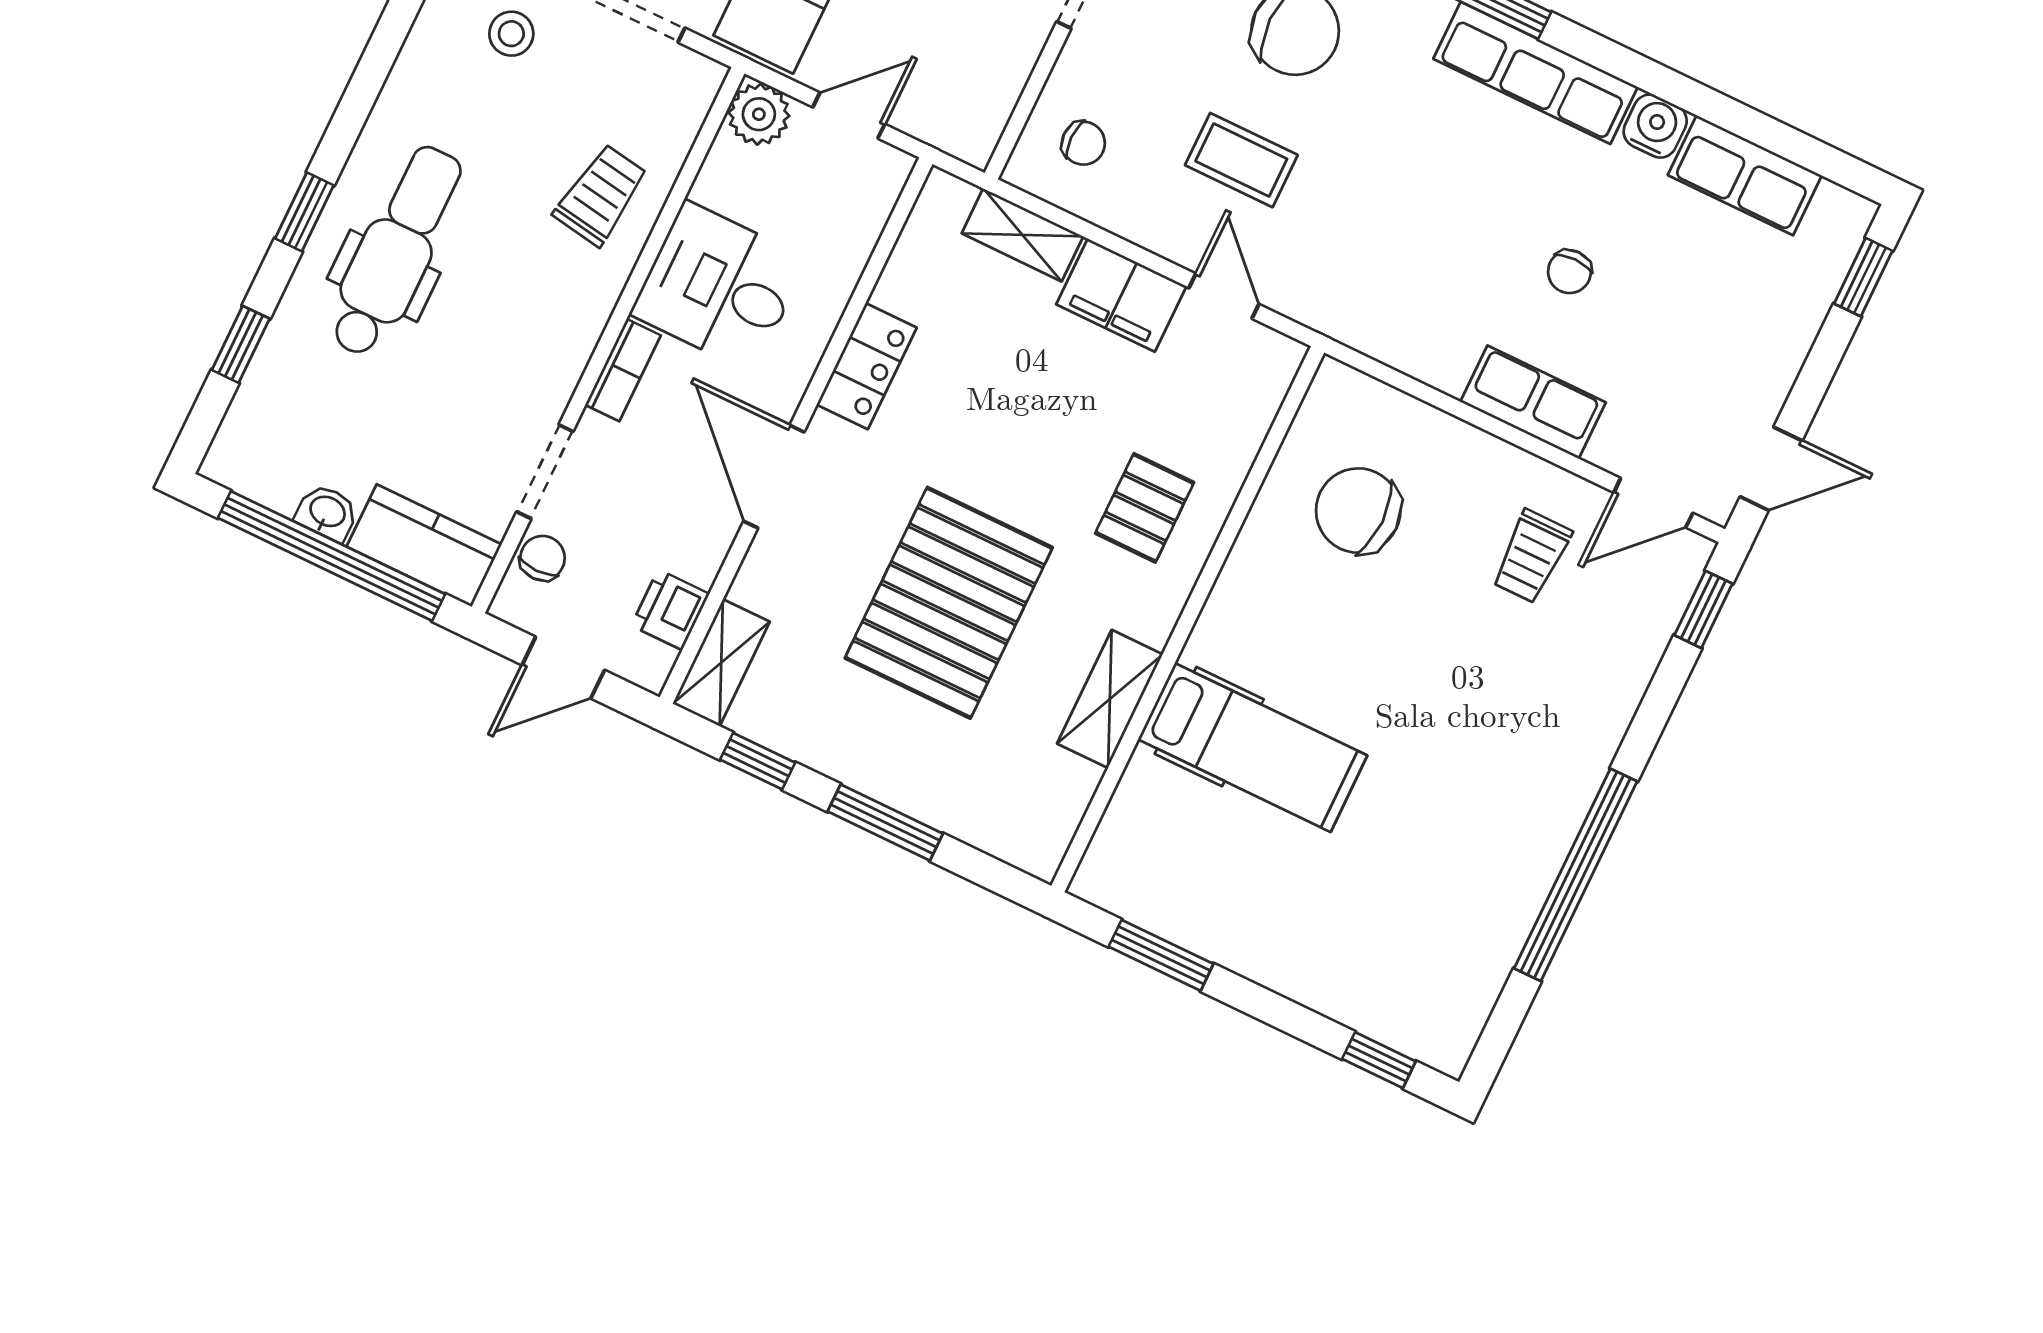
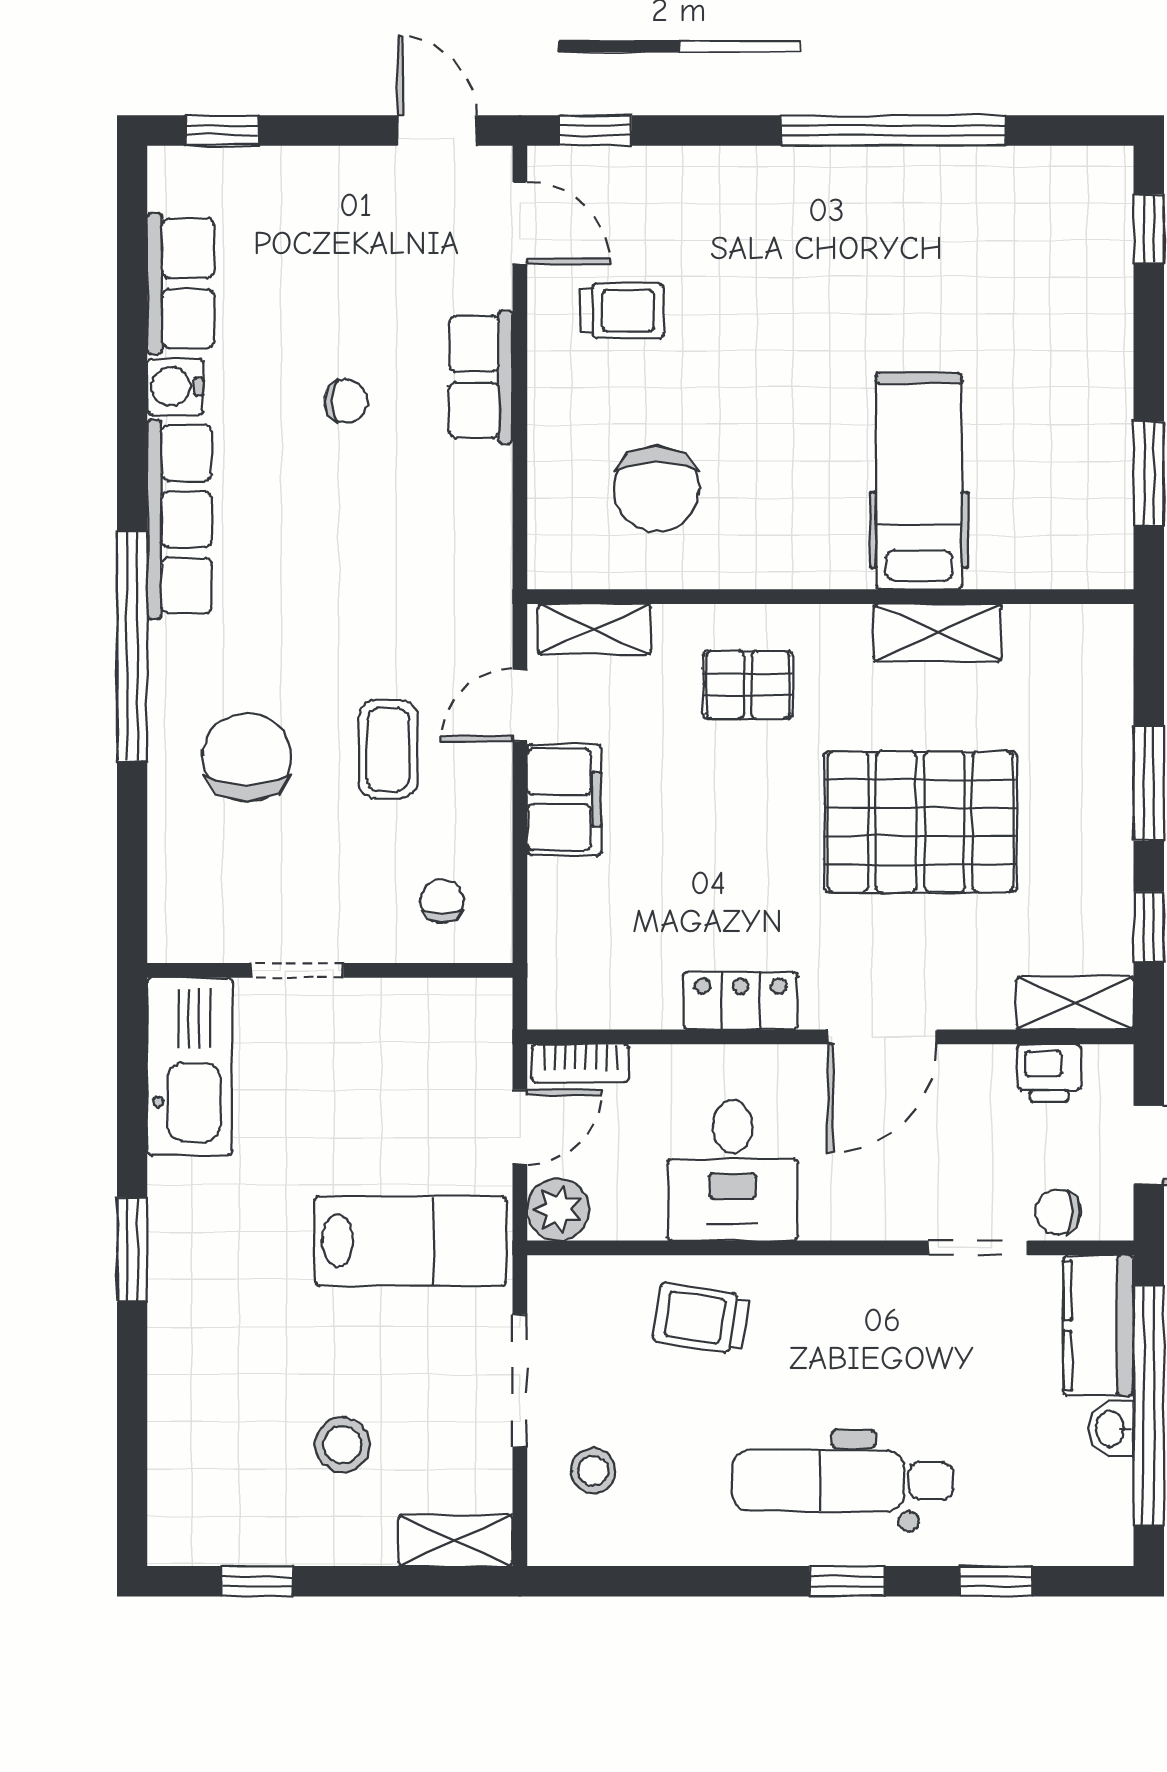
door: (849, 116) -> (520, 1127), swing flipped
shelving: (1022, 235) -> (594, 629), moved, turned 90
bookcase: (623, 370) -> (580, 1063), moved, turned 180

